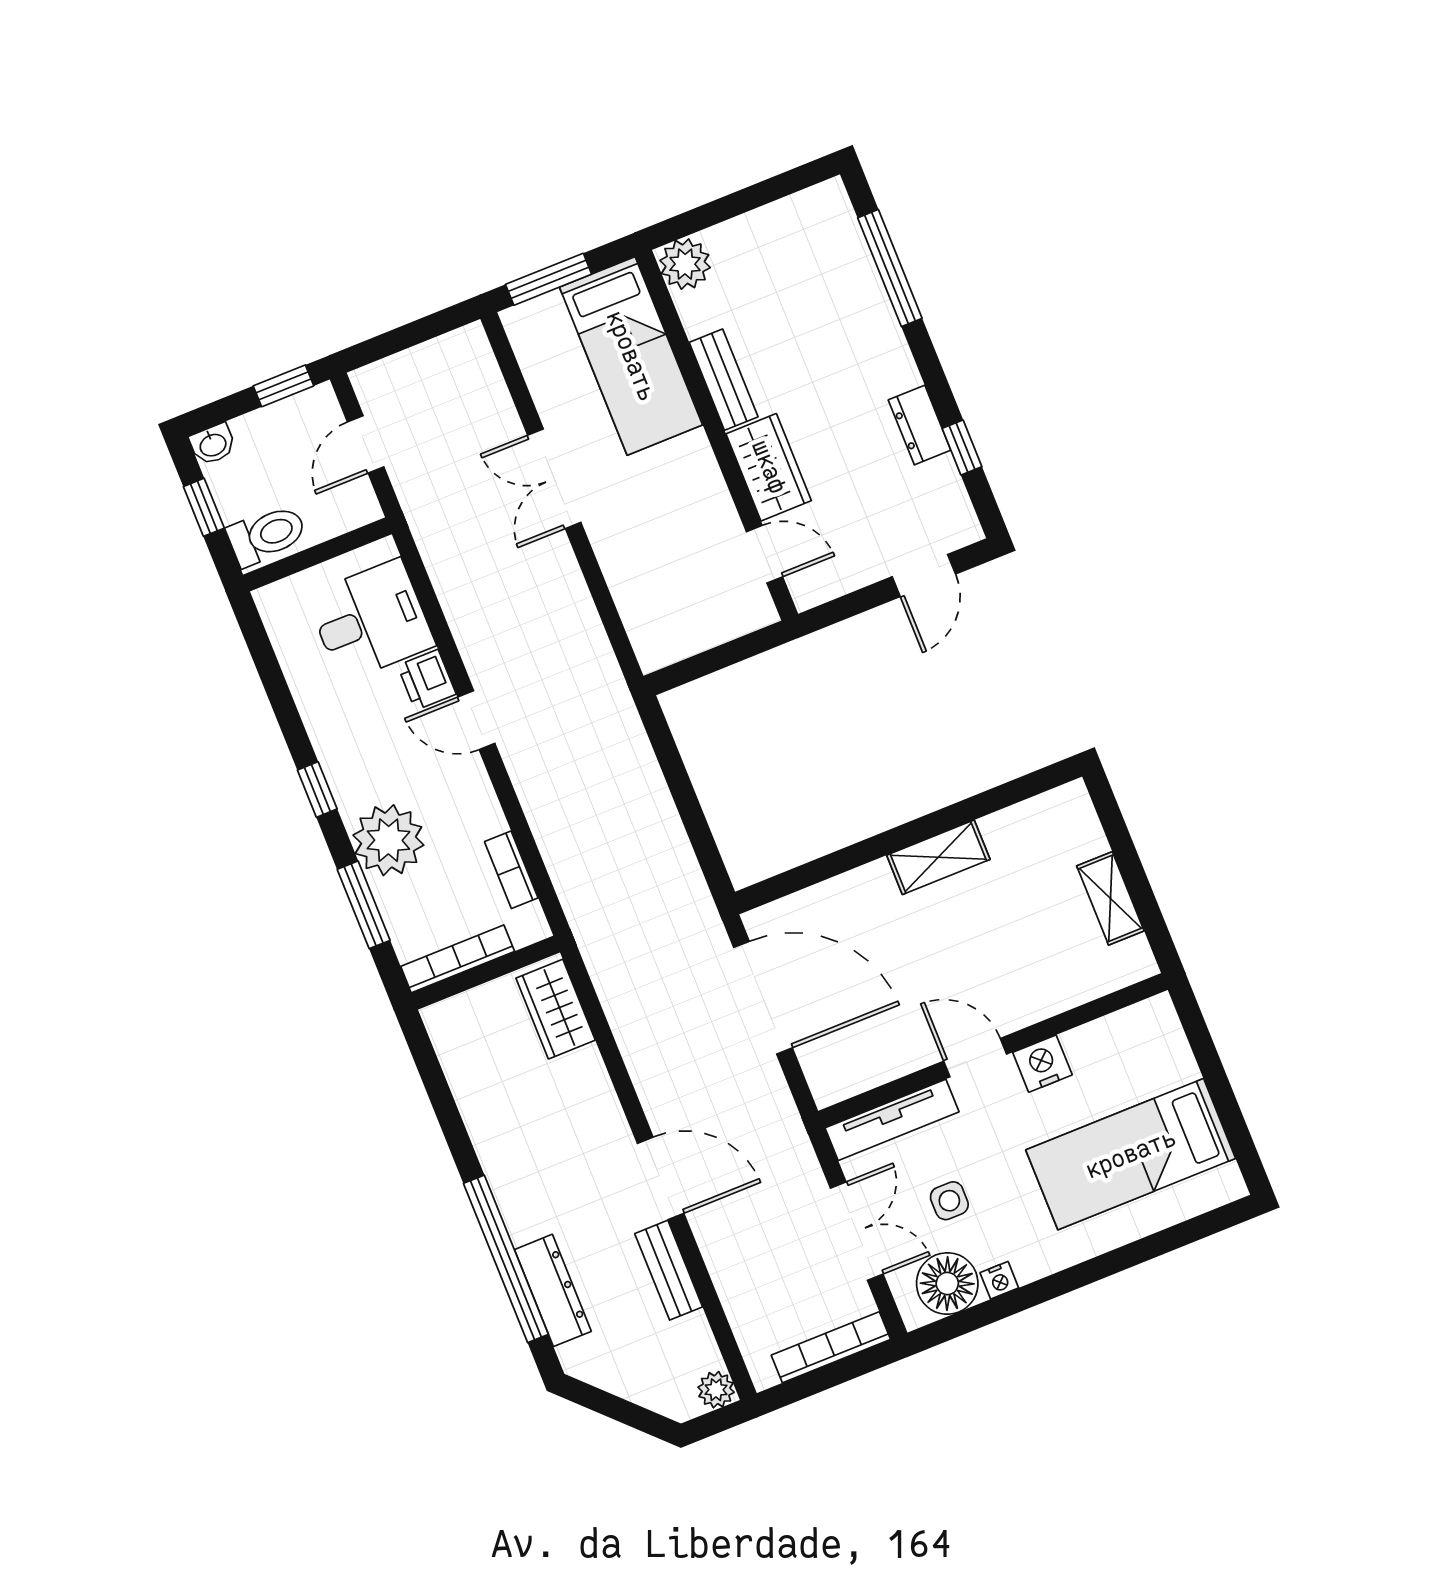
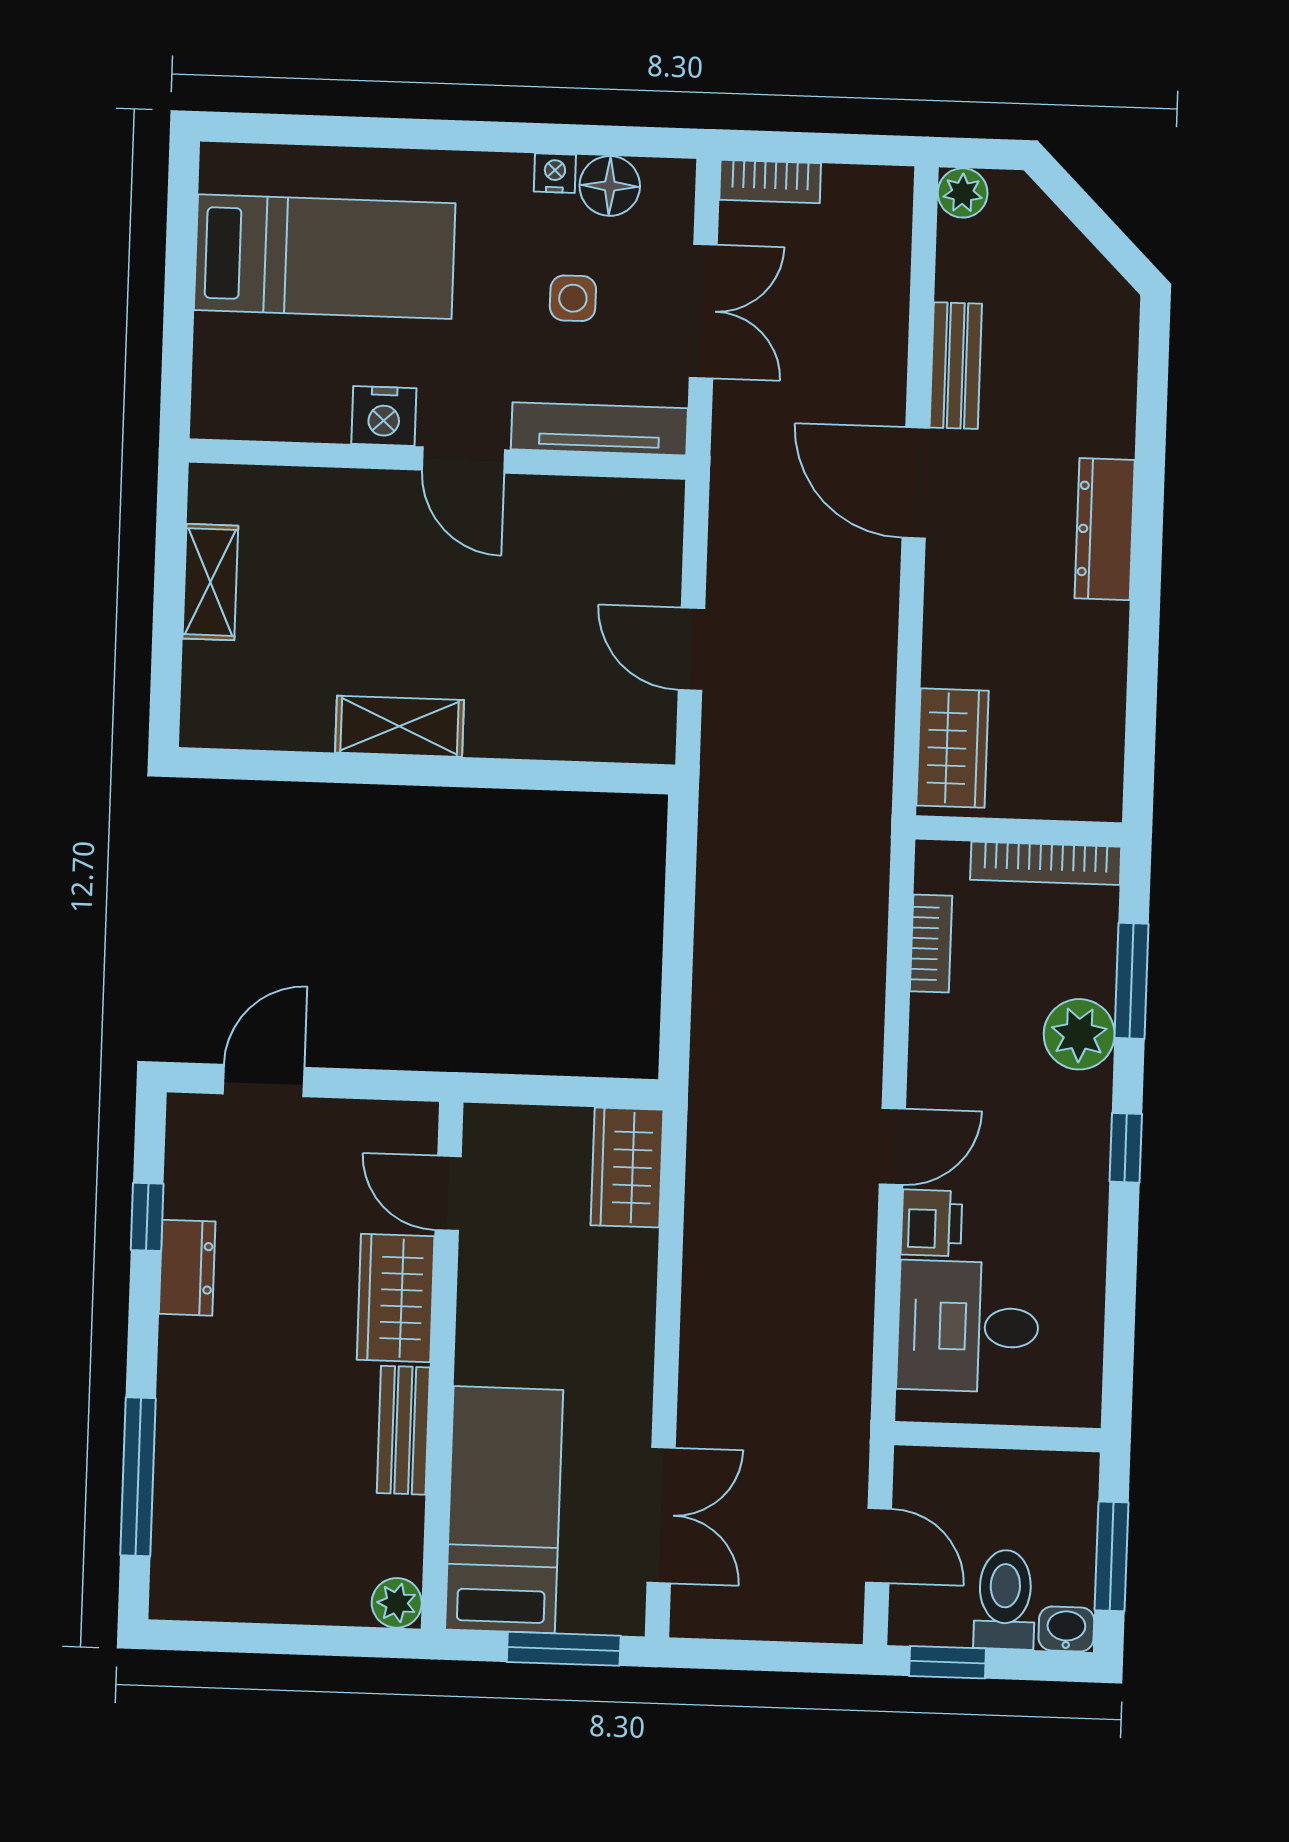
plant: (685, 264) -> (397, 1603), width x0.73, depth x0.73
door: (366, 444) -> (878, 1546), hinge flipped
double door: (554, 479) -> (661, 1515), moved
window: (204, 507) -> (1112, 1556), width x1.50
toilet: (267, 535) -> (1005, 1600), moved, turned 90
wardrobe: (651, 626) -> (627, 1167), added
door: (476, 720) -> (892, 1146), hinge flipped
plant: (388, 840) -> (1079, 1034), width x0.73, depth x0.73
door: (763, 998) -> (691, 649), width x0.53
double door: (857, 1231) -> (703, 311), swing flipped
window: (506, 1259) -> (1150, 468), removed
floor lamp: (947, 1284) -> (610, 186), width x0.73, depth x0.73
dresser: (553, 1290) -> (1105, 529), moved
bookcase: (831, 1347) -> (770, 182), width x0.64

